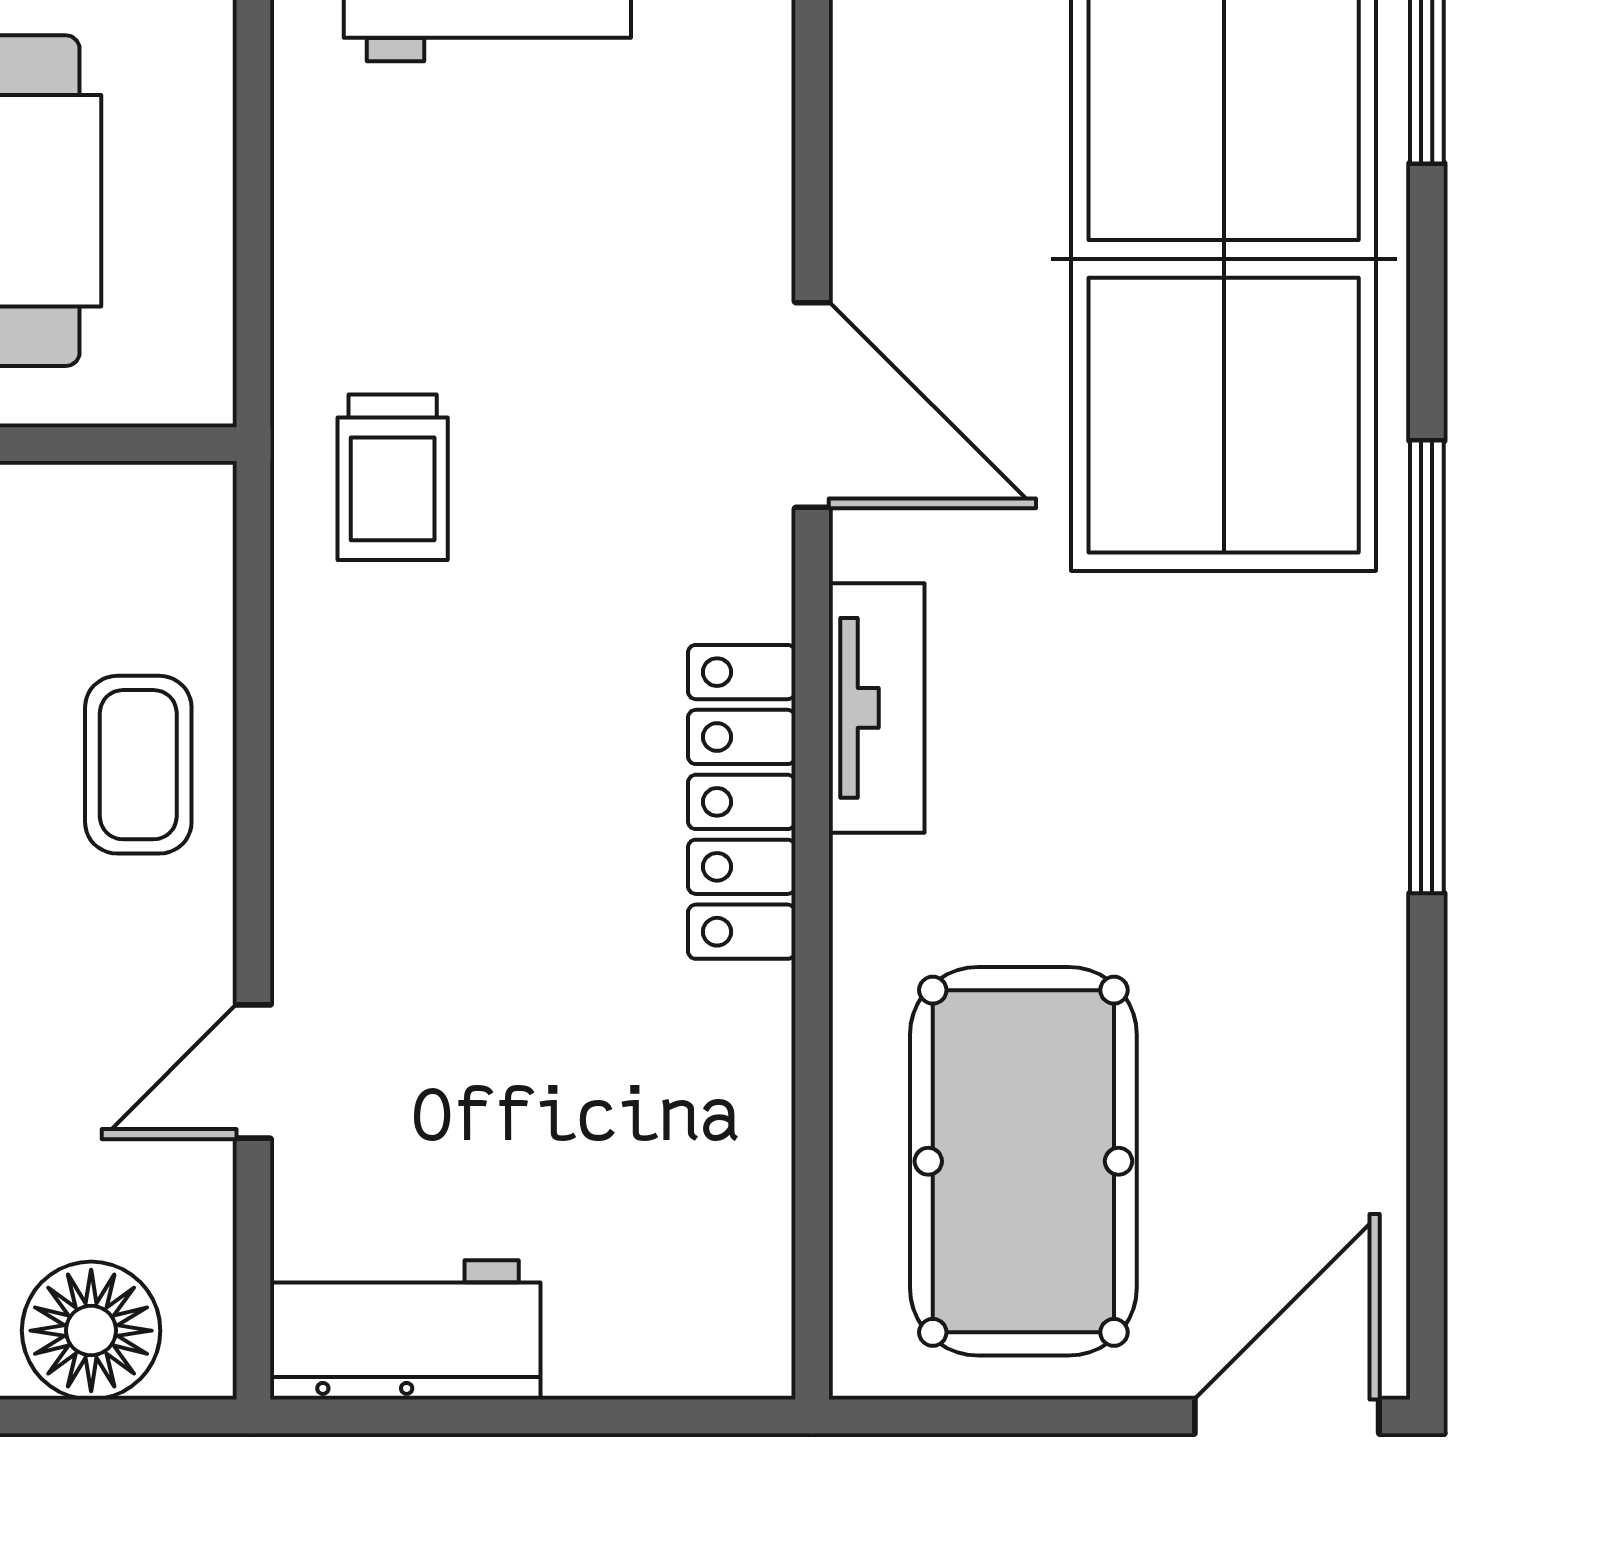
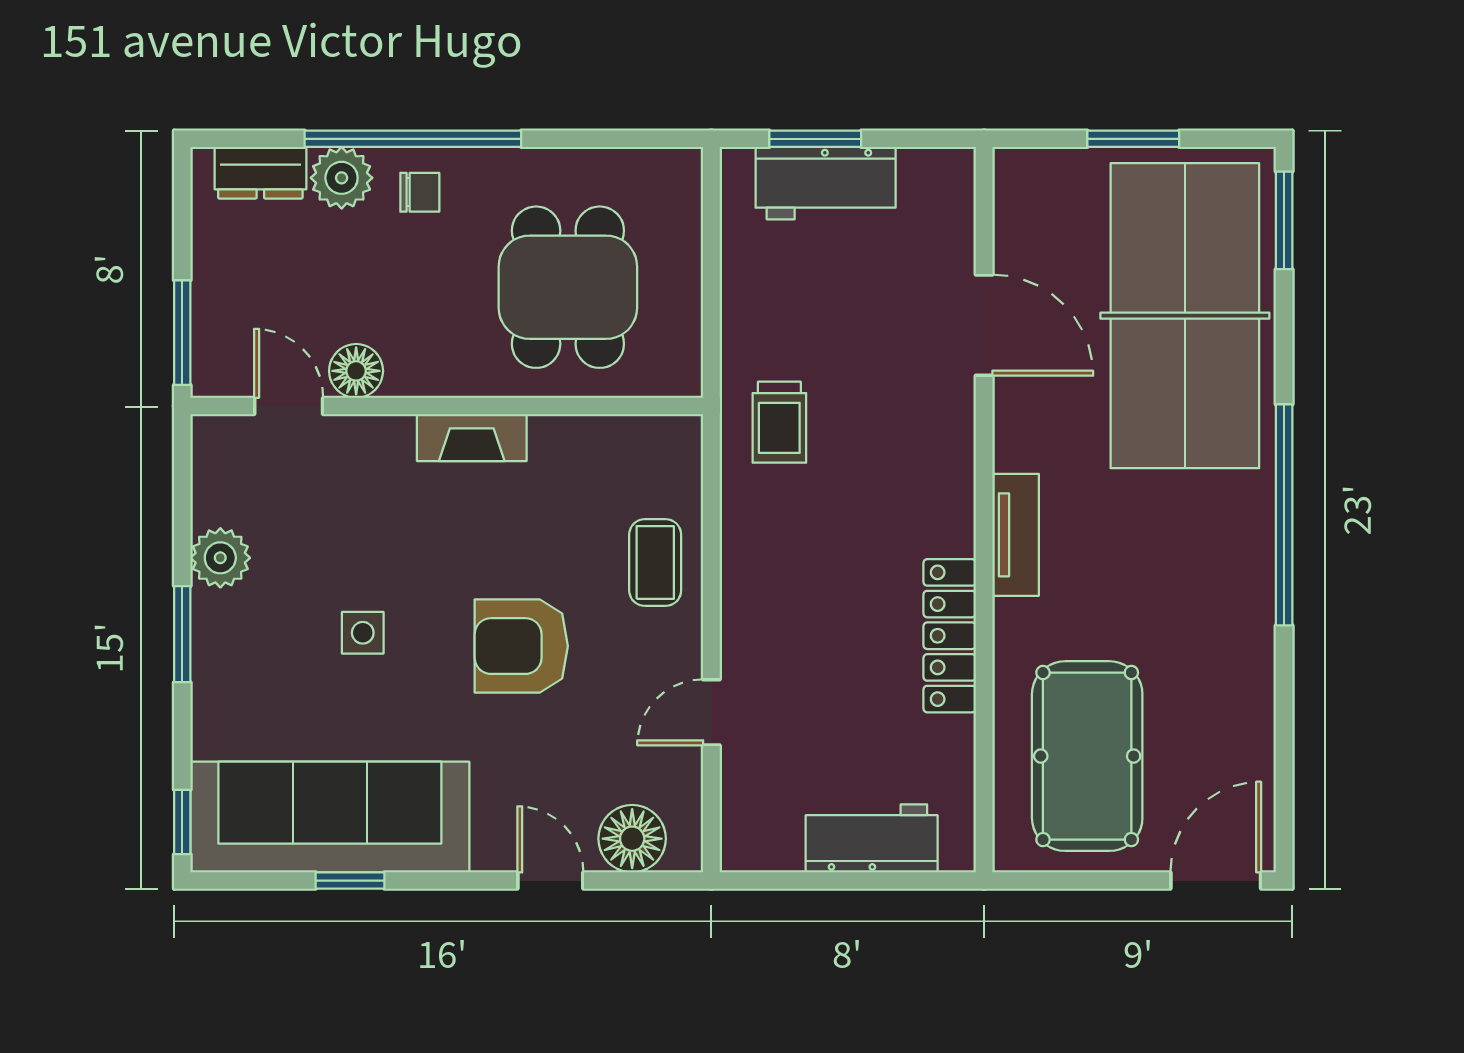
door: (812, 405) -> (984, 325), moved
locker: (742, 802) -> (950, 636), moved
workbench: (405, 1330) -> (872, 838), moved

